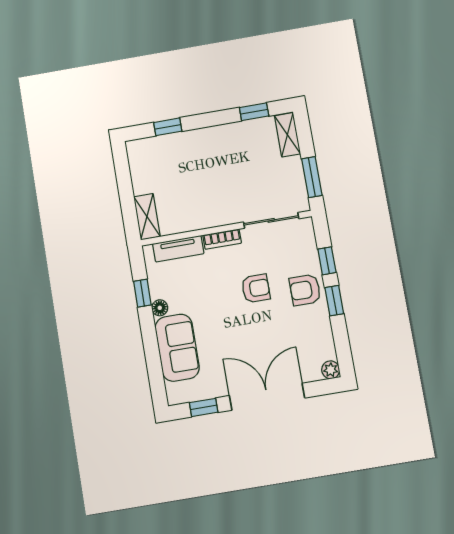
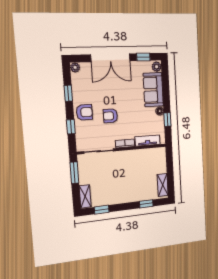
shelving: (147, 217) -> (163, 185), moved
window: (334, 301) -> (68, 93), moved
plant: (175, 393) -> (157, 67), added

